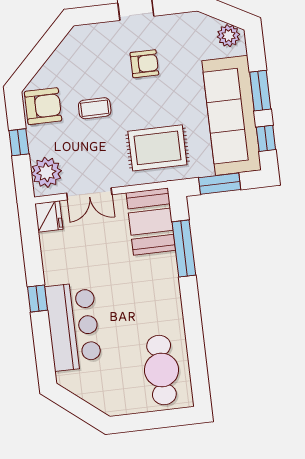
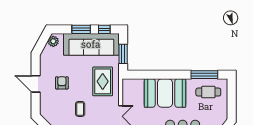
booth: (151, 222) -> (165, 93), moved, width x1.36, depth x1.42
window: (184, 249) -> (204, 75), moved
cafe table: (161, 370) -> (208, 92), width x0.73, depth x0.74

